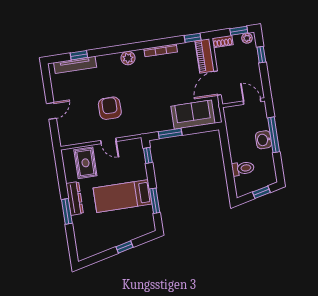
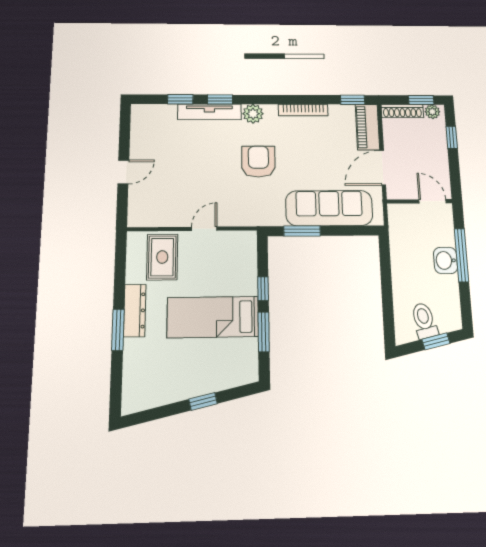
shoe rack: (223, 41) -> (402, 111), width x1.43
window: (105, 51) -> (220, 99), added
tv unit: (75, 65) -> (209, 112), moved
armchair: (110, 108) -> (258, 162), moved
sofa: (193, 115) -> (329, 208), width x1.36
door: (109, 141) -> (204, 229), swing flipped
window: (148, 155) -> (263, 289), moved
toilet: (243, 168) -> (424, 321), moved, turned -103

